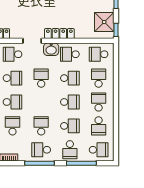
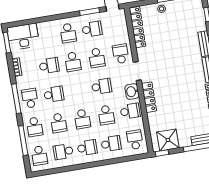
school desk: (70, 54) -> (130, 111), turned 90
school desk: (70, 150) -> (35, 127), turned -90

